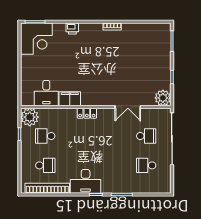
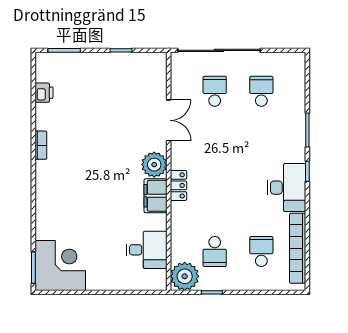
printer: (72, 29) -> (44, 93), moved
plant: (163, 98) -> (154, 165), moved
filing cabinet: (70, 99) -> (155, 196), moved
school desk: (146, 165) -> (261, 91), turned 180

